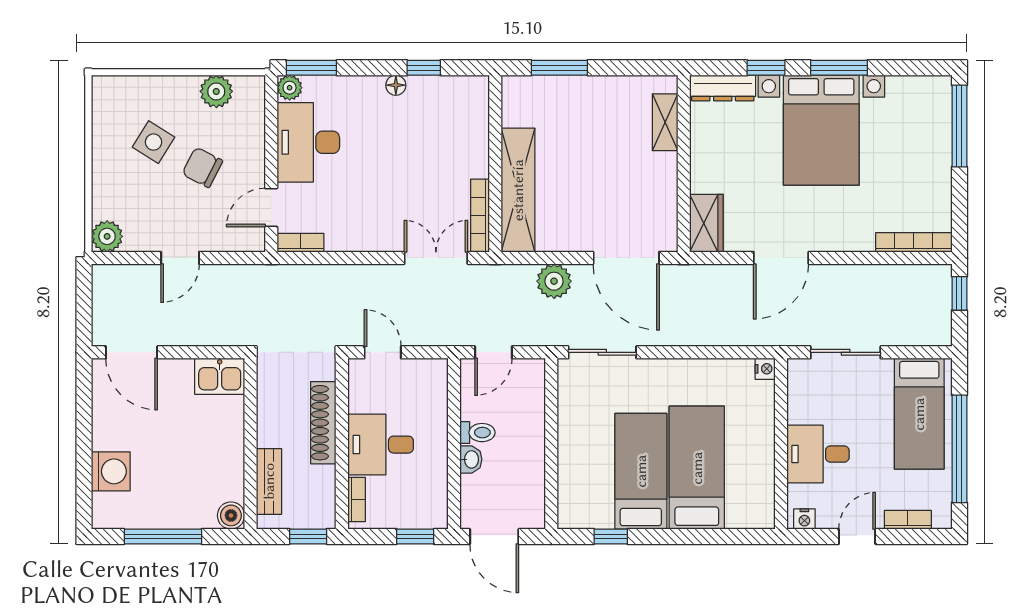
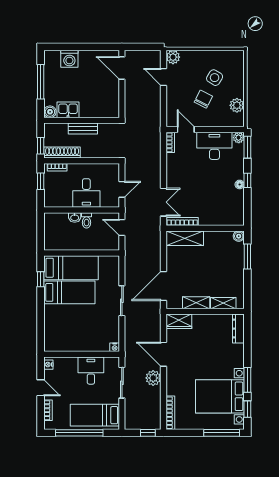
window: (424, 68) -> (247, 180), moved
window: (766, 68) -> (247, 409), moved
boiler: (513, 87) -> (239, 236), added
bed with nightstands: (821, 130) -> (220, 396), moved
shelving: (664, 184) -> (196, 303), added
shelving: (518, 190) -> (185, 238), width x0.68
door: (180, 258) -> (163, 77), moved
plant: (554, 281) -> (153, 378), moved
door: (132, 352) -> (122, 68), hinge flipped
door: (383, 352) -> (122, 189), moved
sliding door: (602, 352) -> (122, 301), moved
kitchen sink: (220, 376) -> (68, 110), moved, turned 90
shoe rack: (323, 423) -> (62, 152), moved
desk: (381, 445) -> (86, 193), moved, turned 180
desk: (818, 454) -> (91, 371), moved
bed: (697, 468) -> (71, 268), moved
bench: (269, 481) -> (83, 129), moved
window: (415, 536) -> (41, 181), moved
door: (494, 536) -> (41, 228), removed

